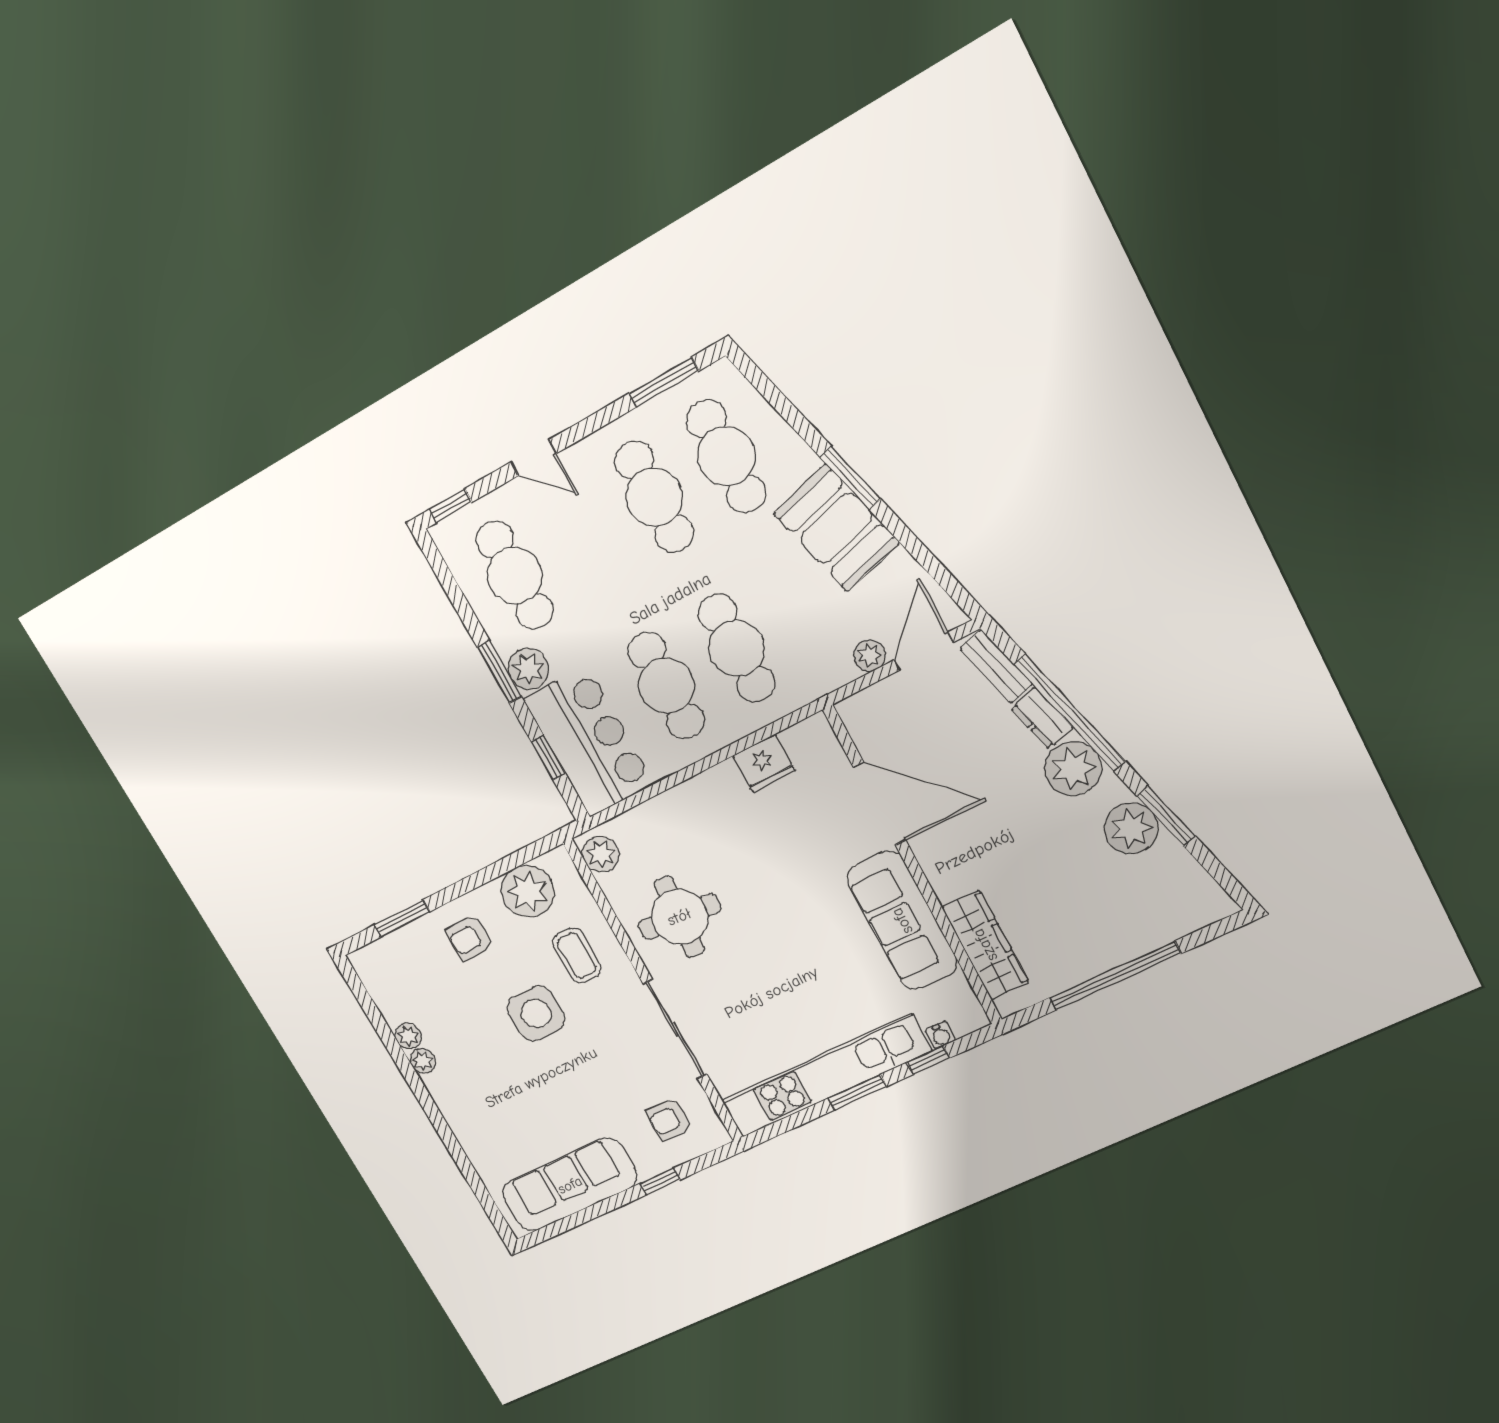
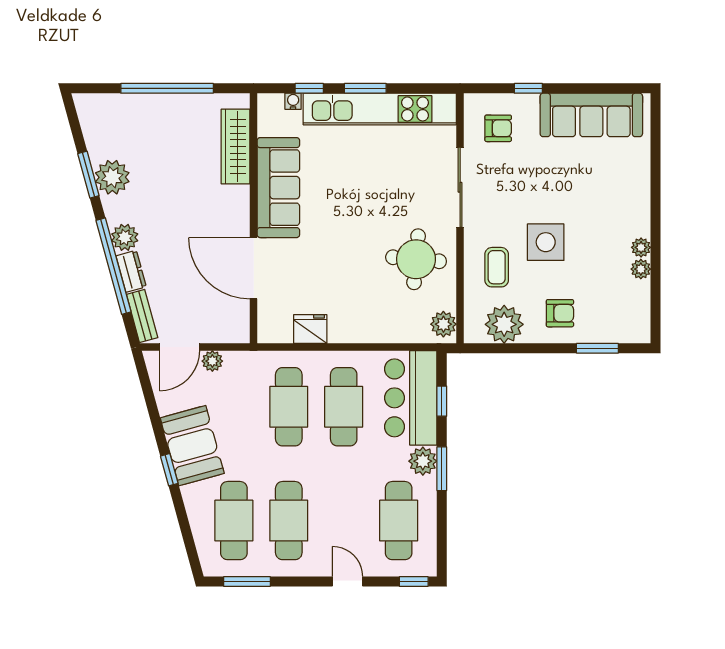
window: (850, 478) -> (169, 470), width x0.67
plant: (1073, 769) -> (125, 237), width x0.73, depth x0.73

